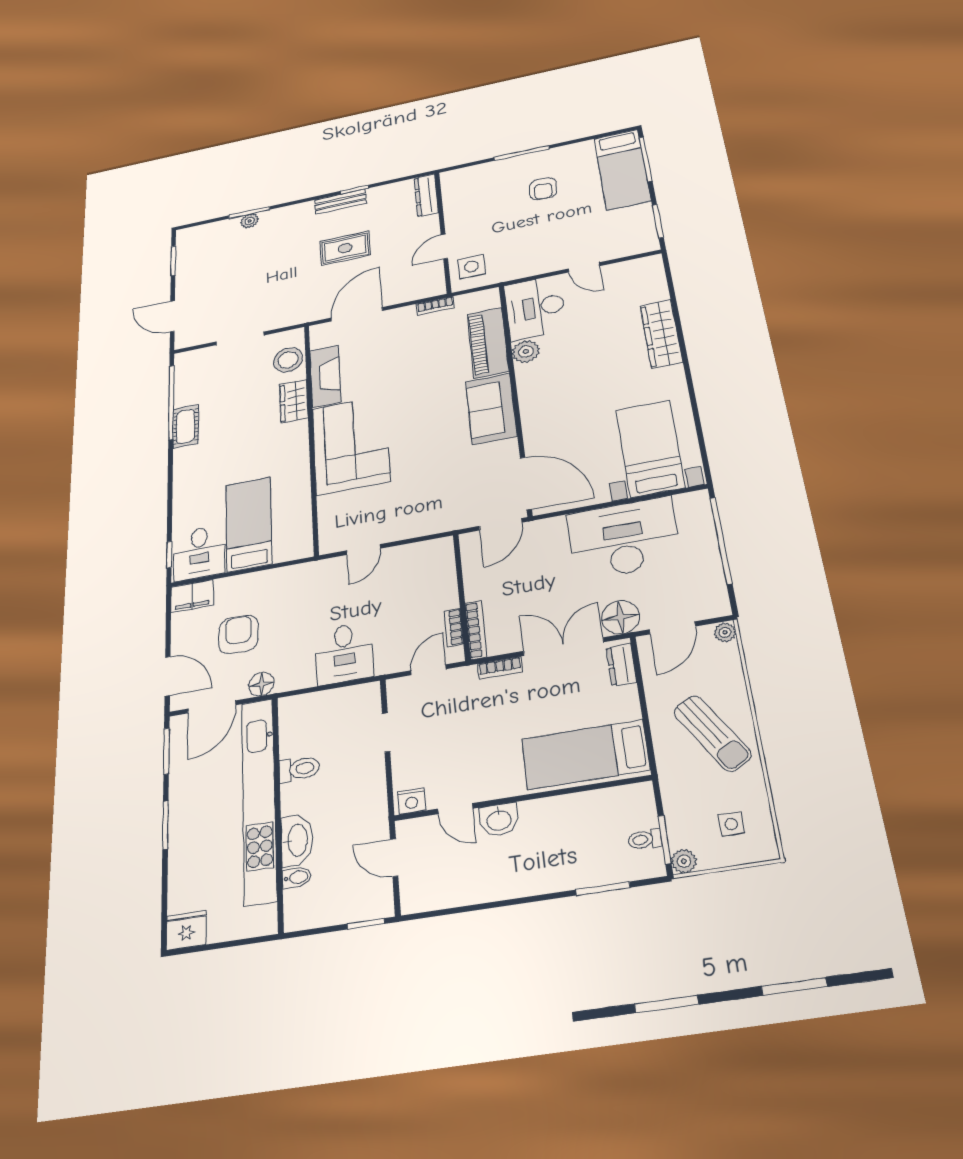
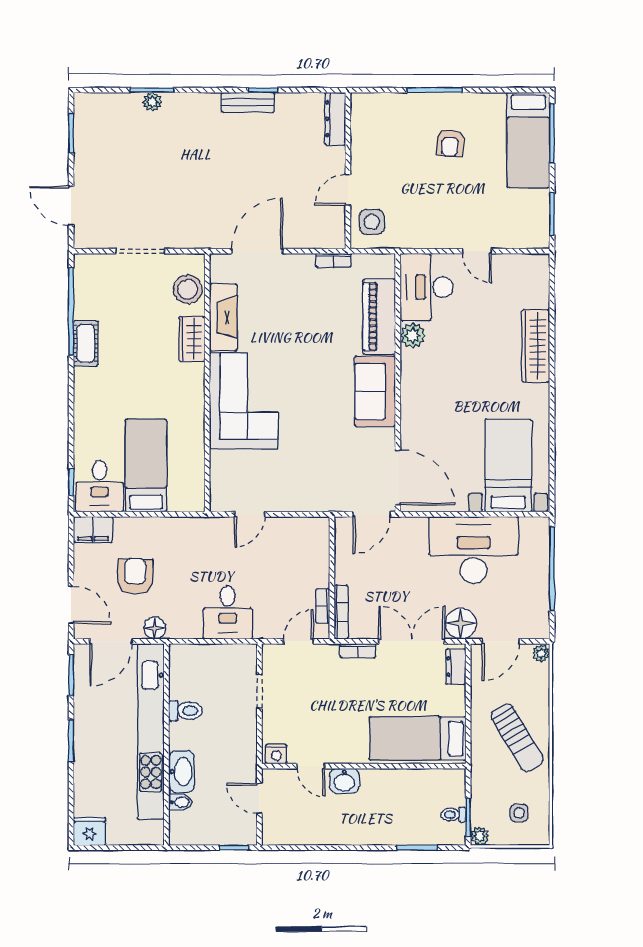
rug: (345, 248) -> (250, 165), removed

